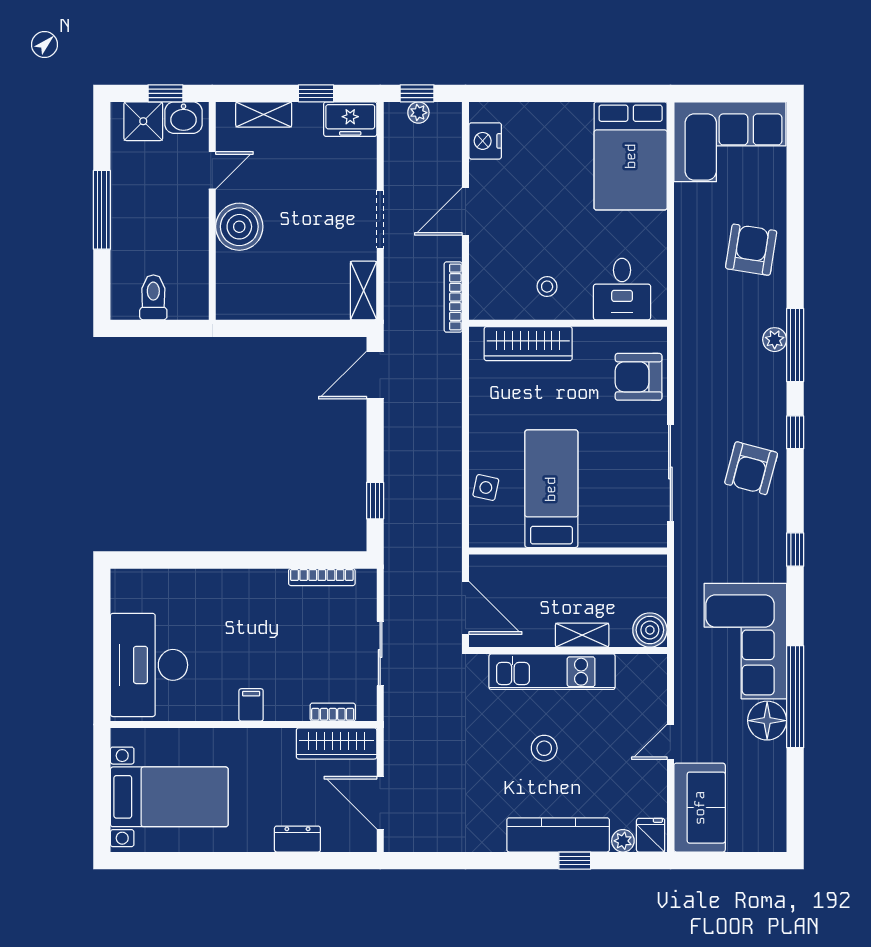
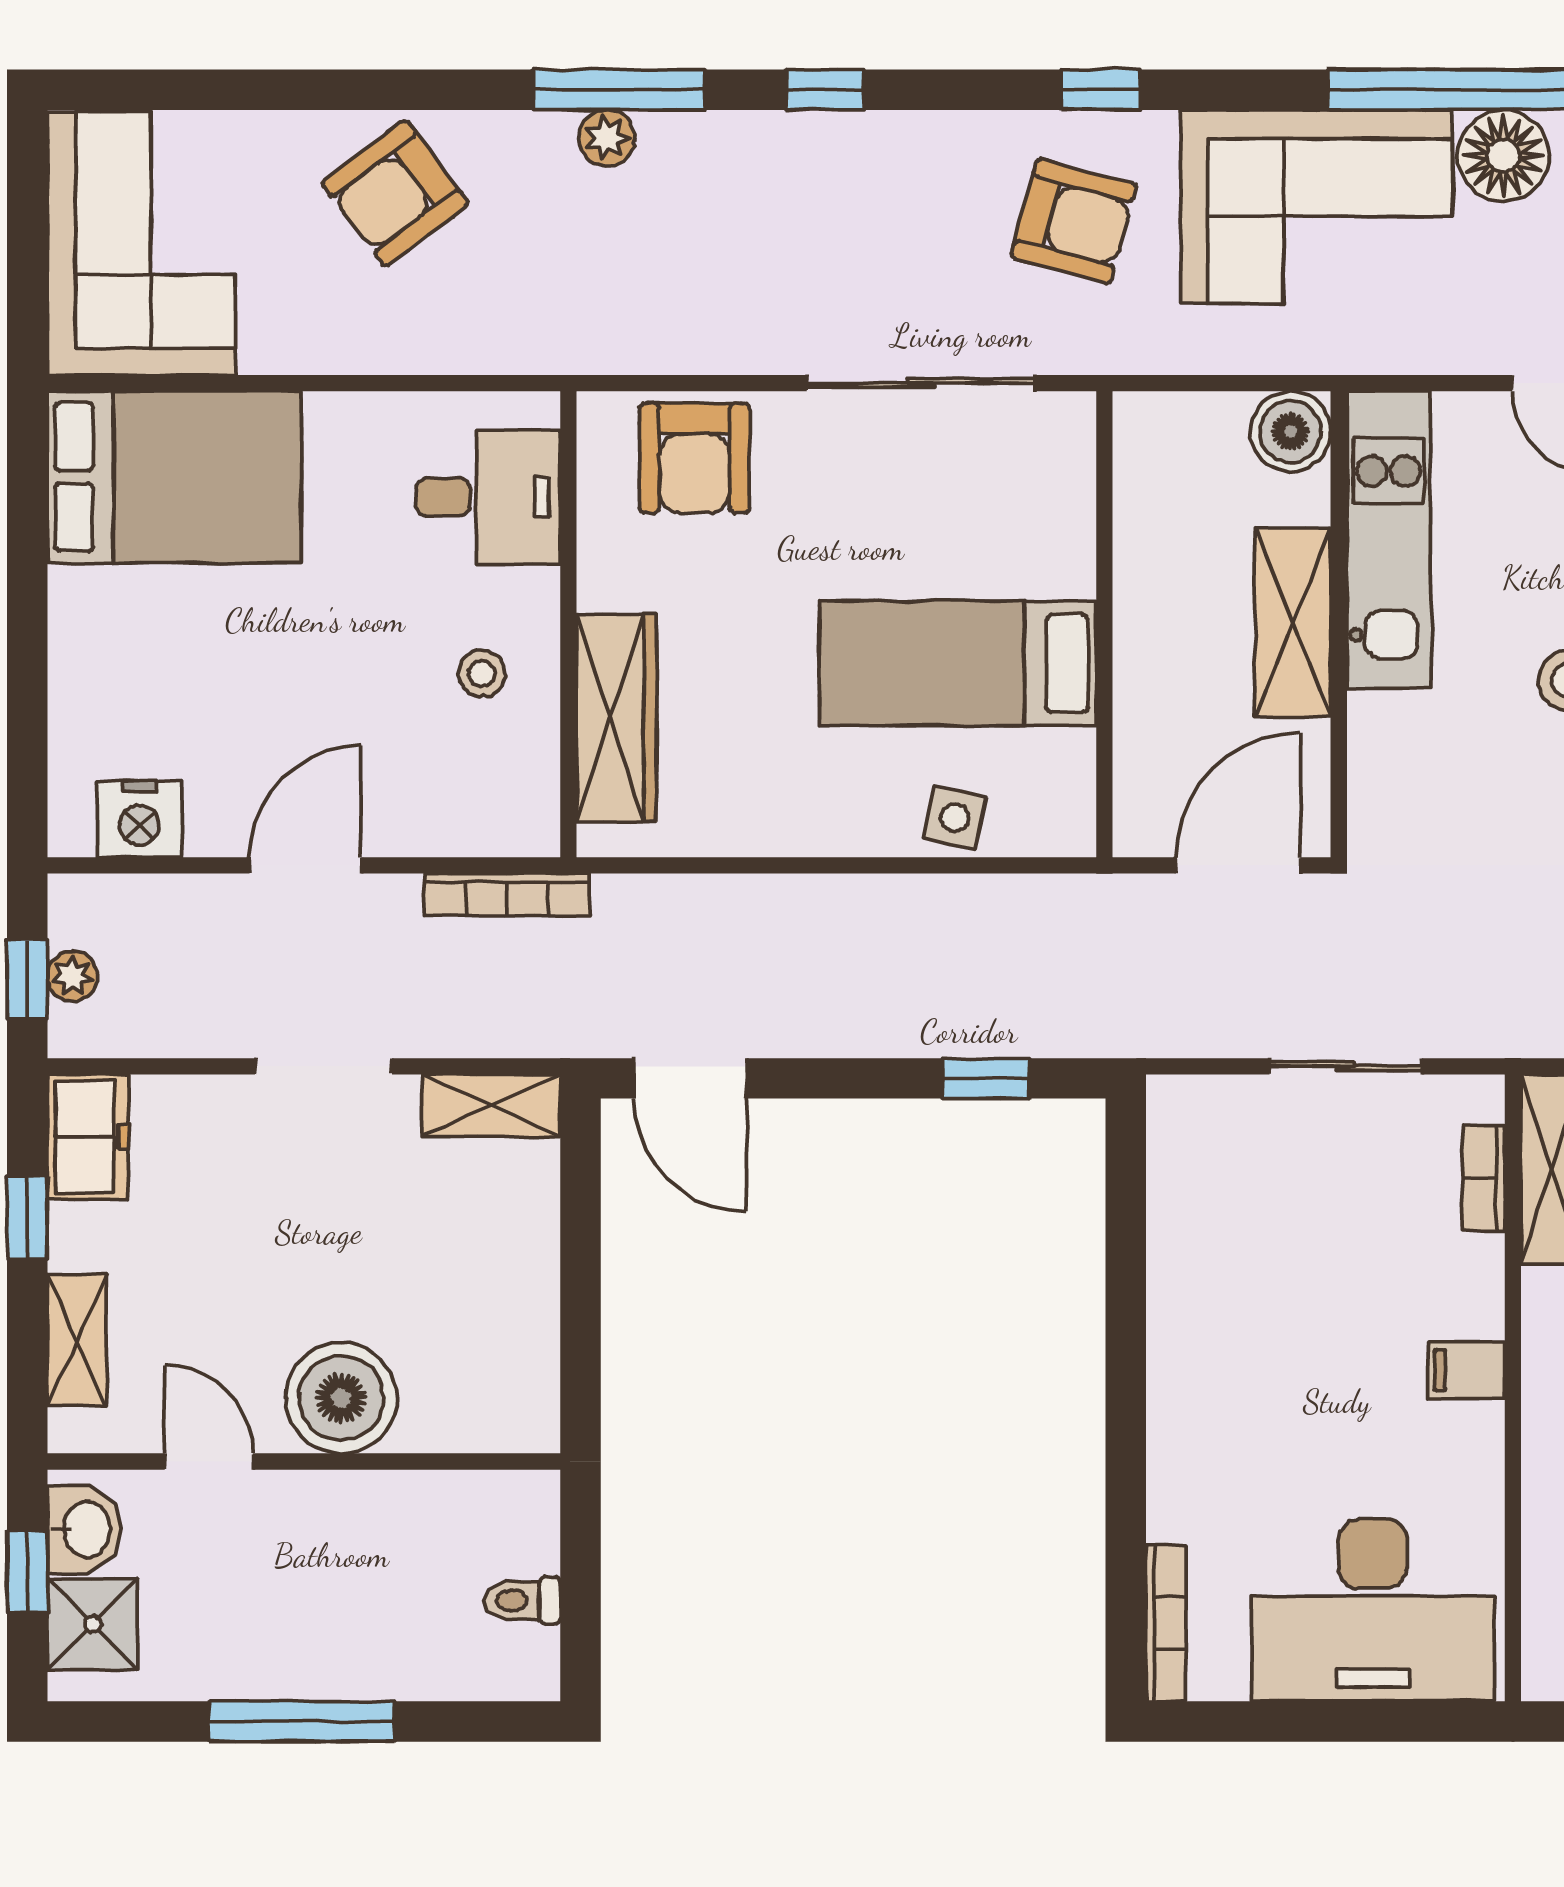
door: (466, 211) -> (305, 865), swing flipped
armchair: (751, 250) -> (395, 193), turned -46
toilet: (153, 297) -> (522, 1600), width x0.73, depth x0.72
armchair: (751, 468) -> (1074, 221), moved
bookcase: (322, 577) -> (1166, 1623), moved
shelving: (582, 635) -> (1293, 622), width x1.50, depth x1.33
kitchen unit: (552, 672) -> (1389, 540), moved

